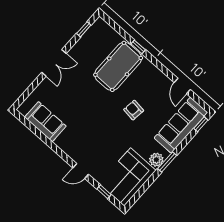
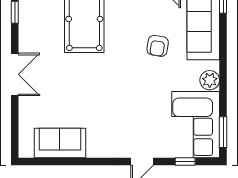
armchair: (134, 110) -> (158, 46), moved, turned -88
window: (167, 162) -> (223, 132), moved

